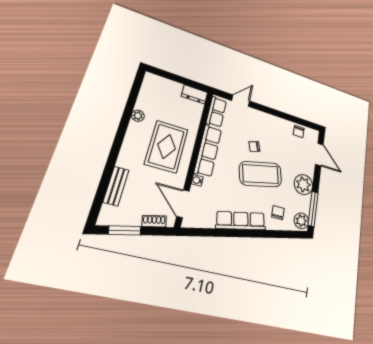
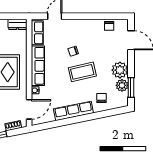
coffee table: (261, 174) -> (82, 72), width x0.73, depth x0.76
door: (183, 204) -> (29, 109), swing flipped
window: (313, 209) -> (131, 88), width x0.69
plant: (301, 221) -> (122, 85), moved

